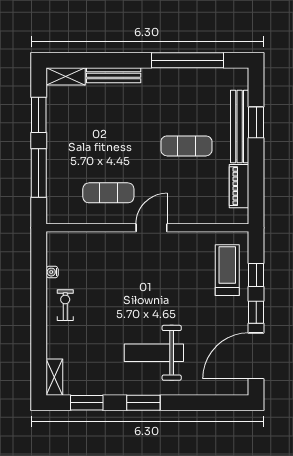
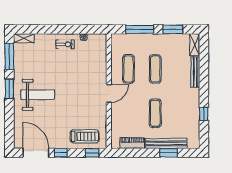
window: (187, 60) -> (204, 114), width x0.32
exercise mat: (108, 146) -> (155, 69), added
door: (152, 228) -> (109, 93), hinge flipped
window: (256, 275) -> (92, 153), moved
weight bench: (154, 353) -> (38, 95), turned 90
window: (87, 403) -> (9, 57), width x1.44

